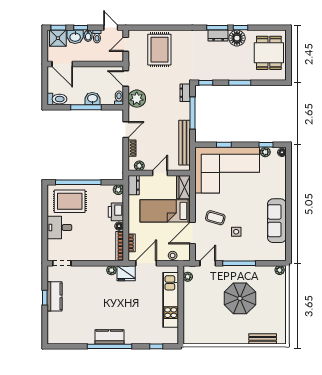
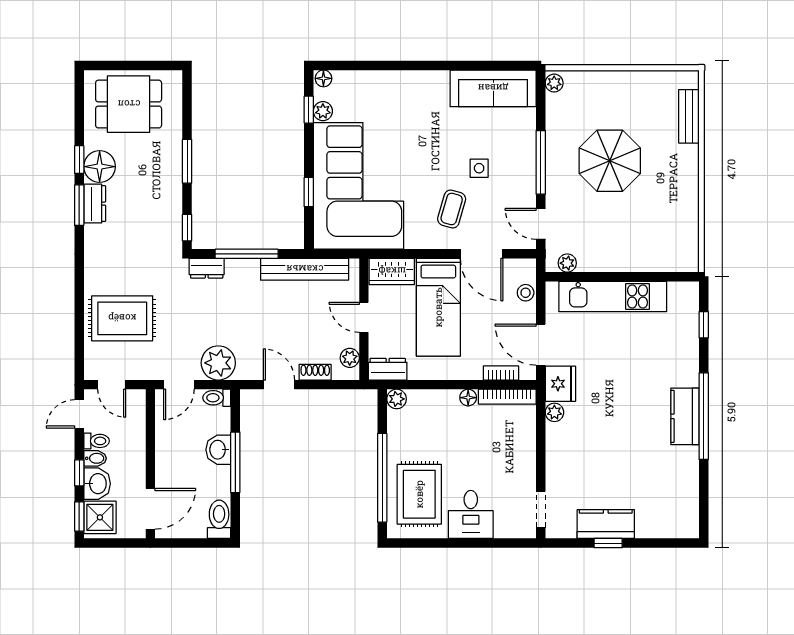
printer: (116, 212) -> (440, 404), removed
sofa: (277, 221) -> (493, 88), moved

